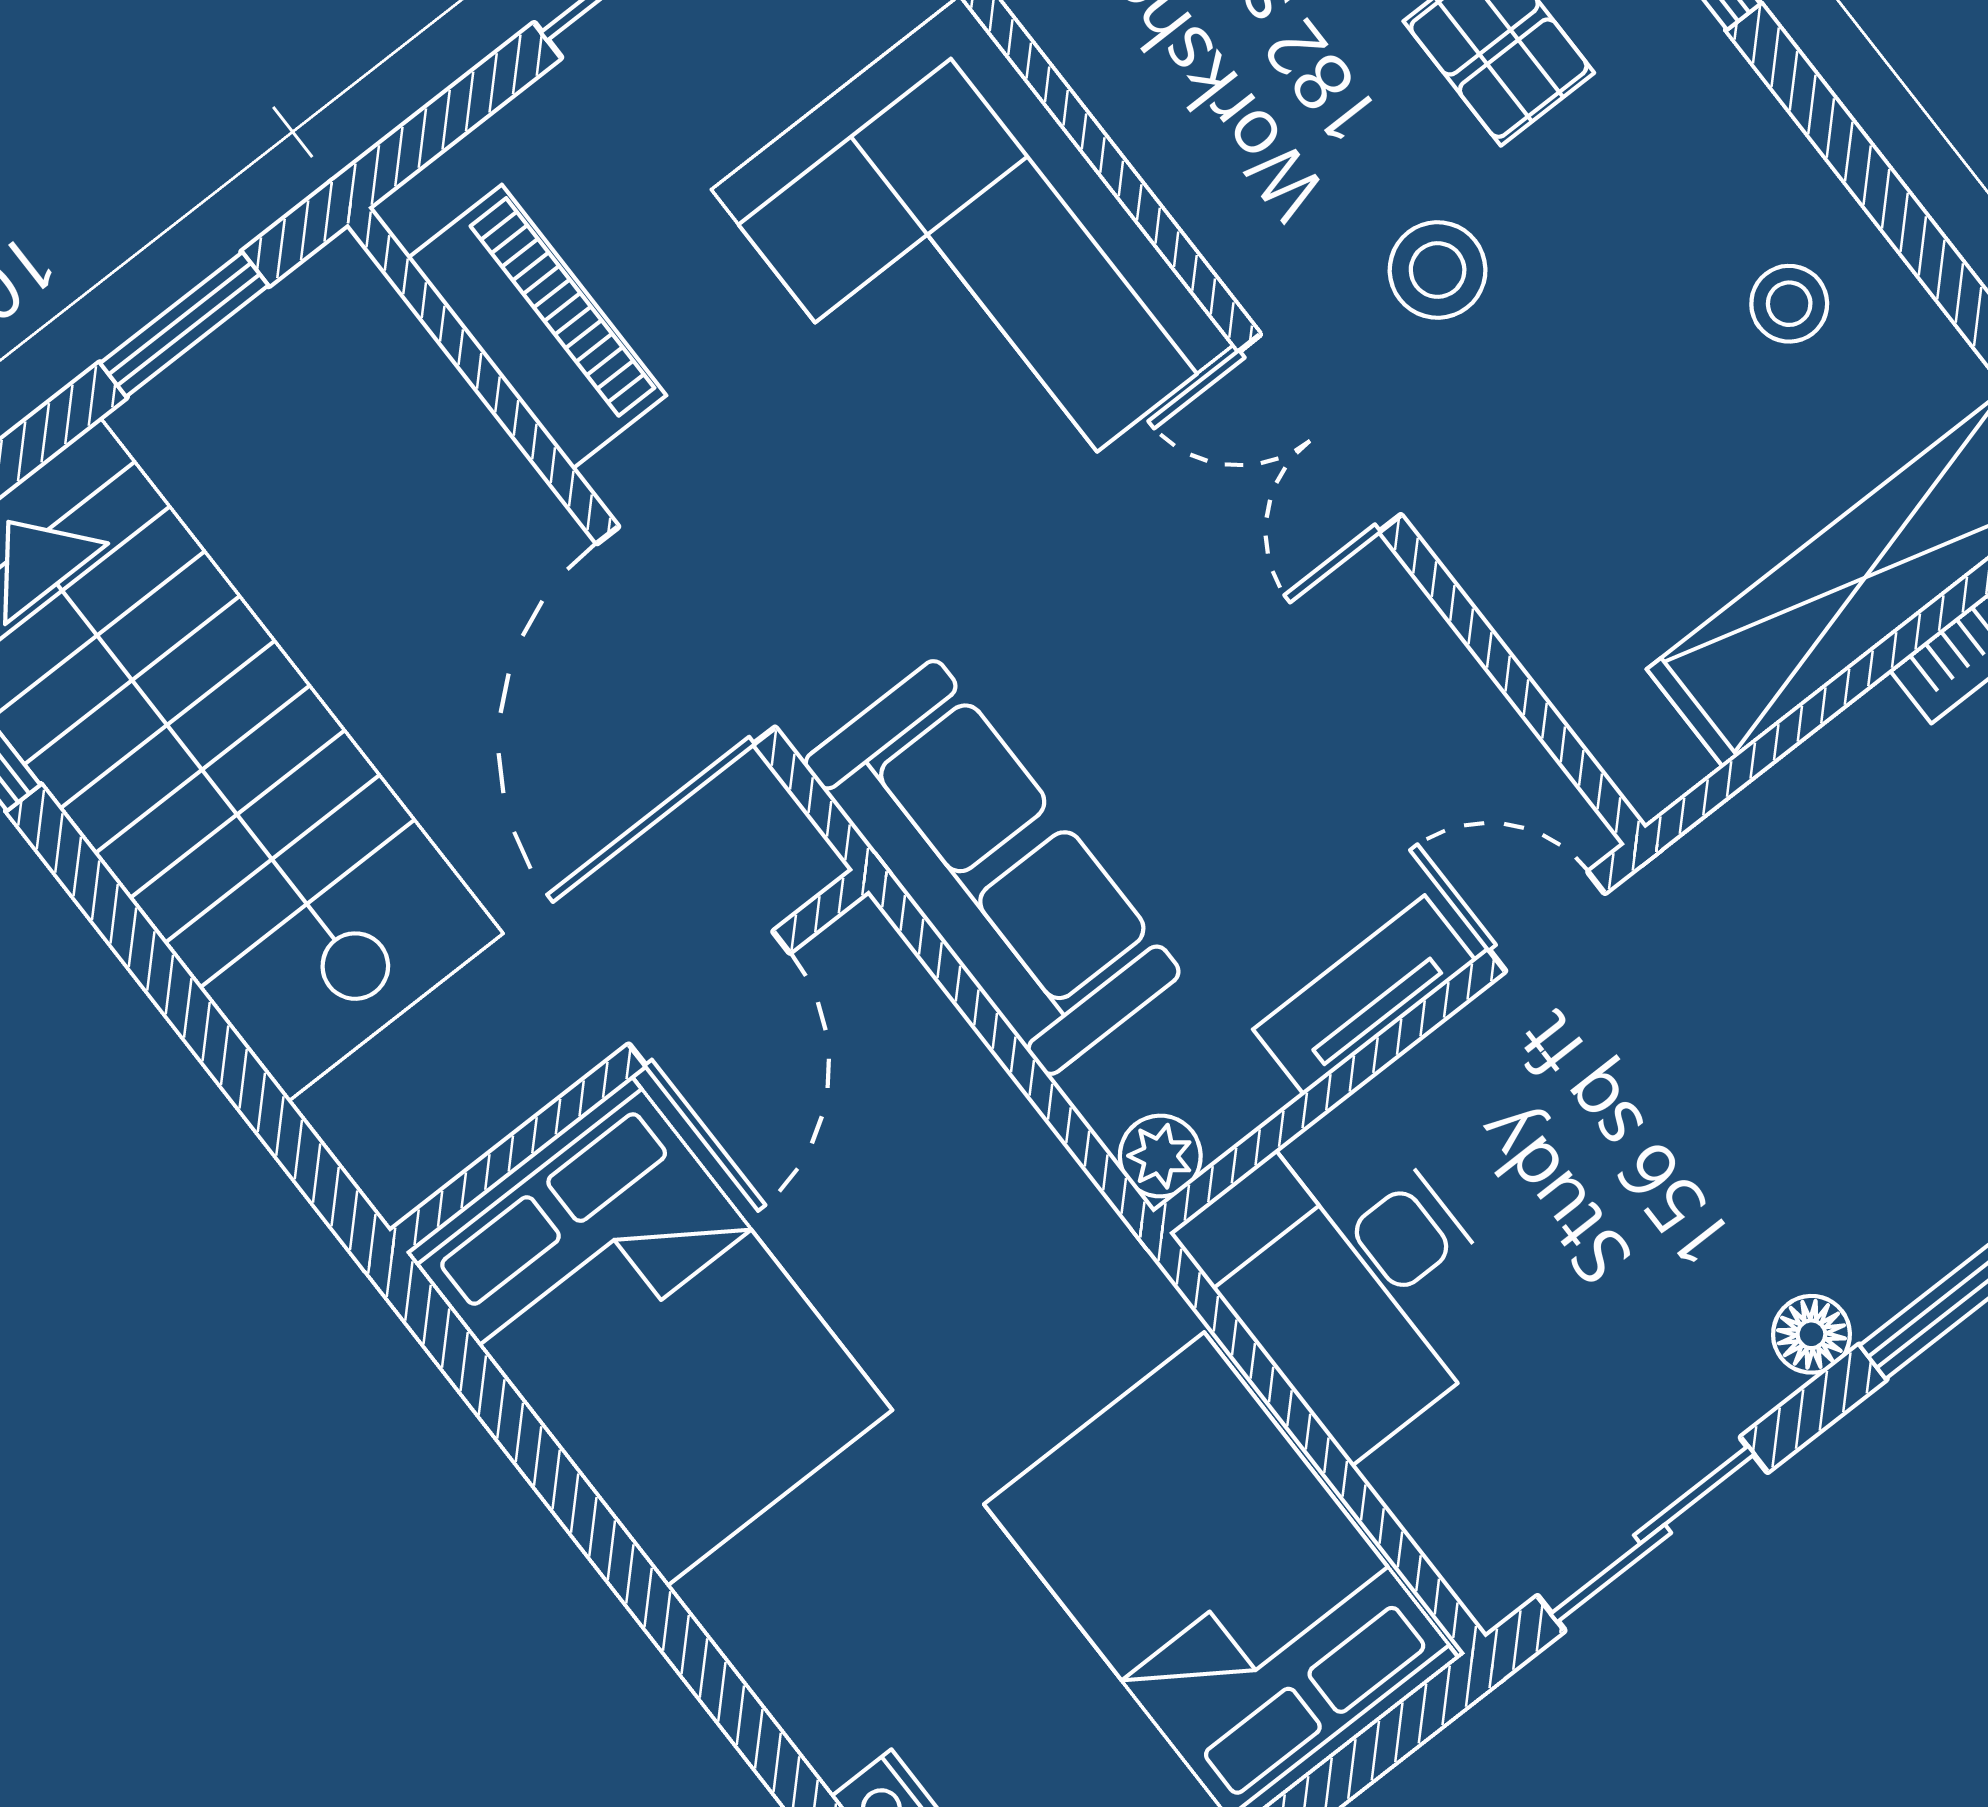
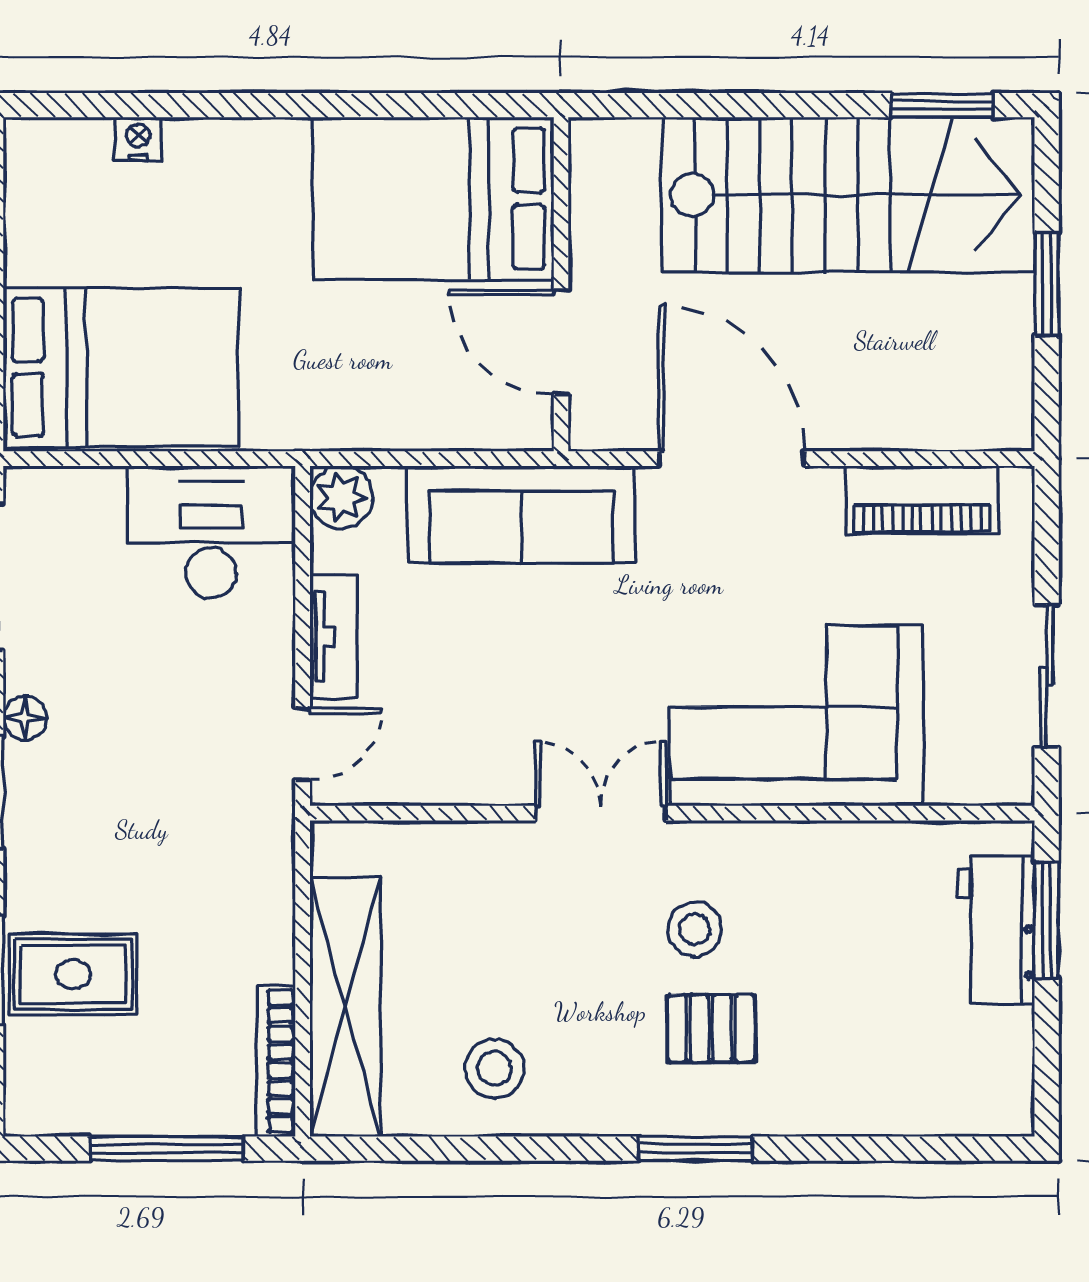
stool: (1438, 270) -> (695, 929), moved
stool: (1789, 304) -> (494, 1069), width x1.37, depth x1.37
window: (184, 324) -> (1047, 284), moved
plant: (1160, 1156) -> (341, 497), width x1.38, depth x1.38

